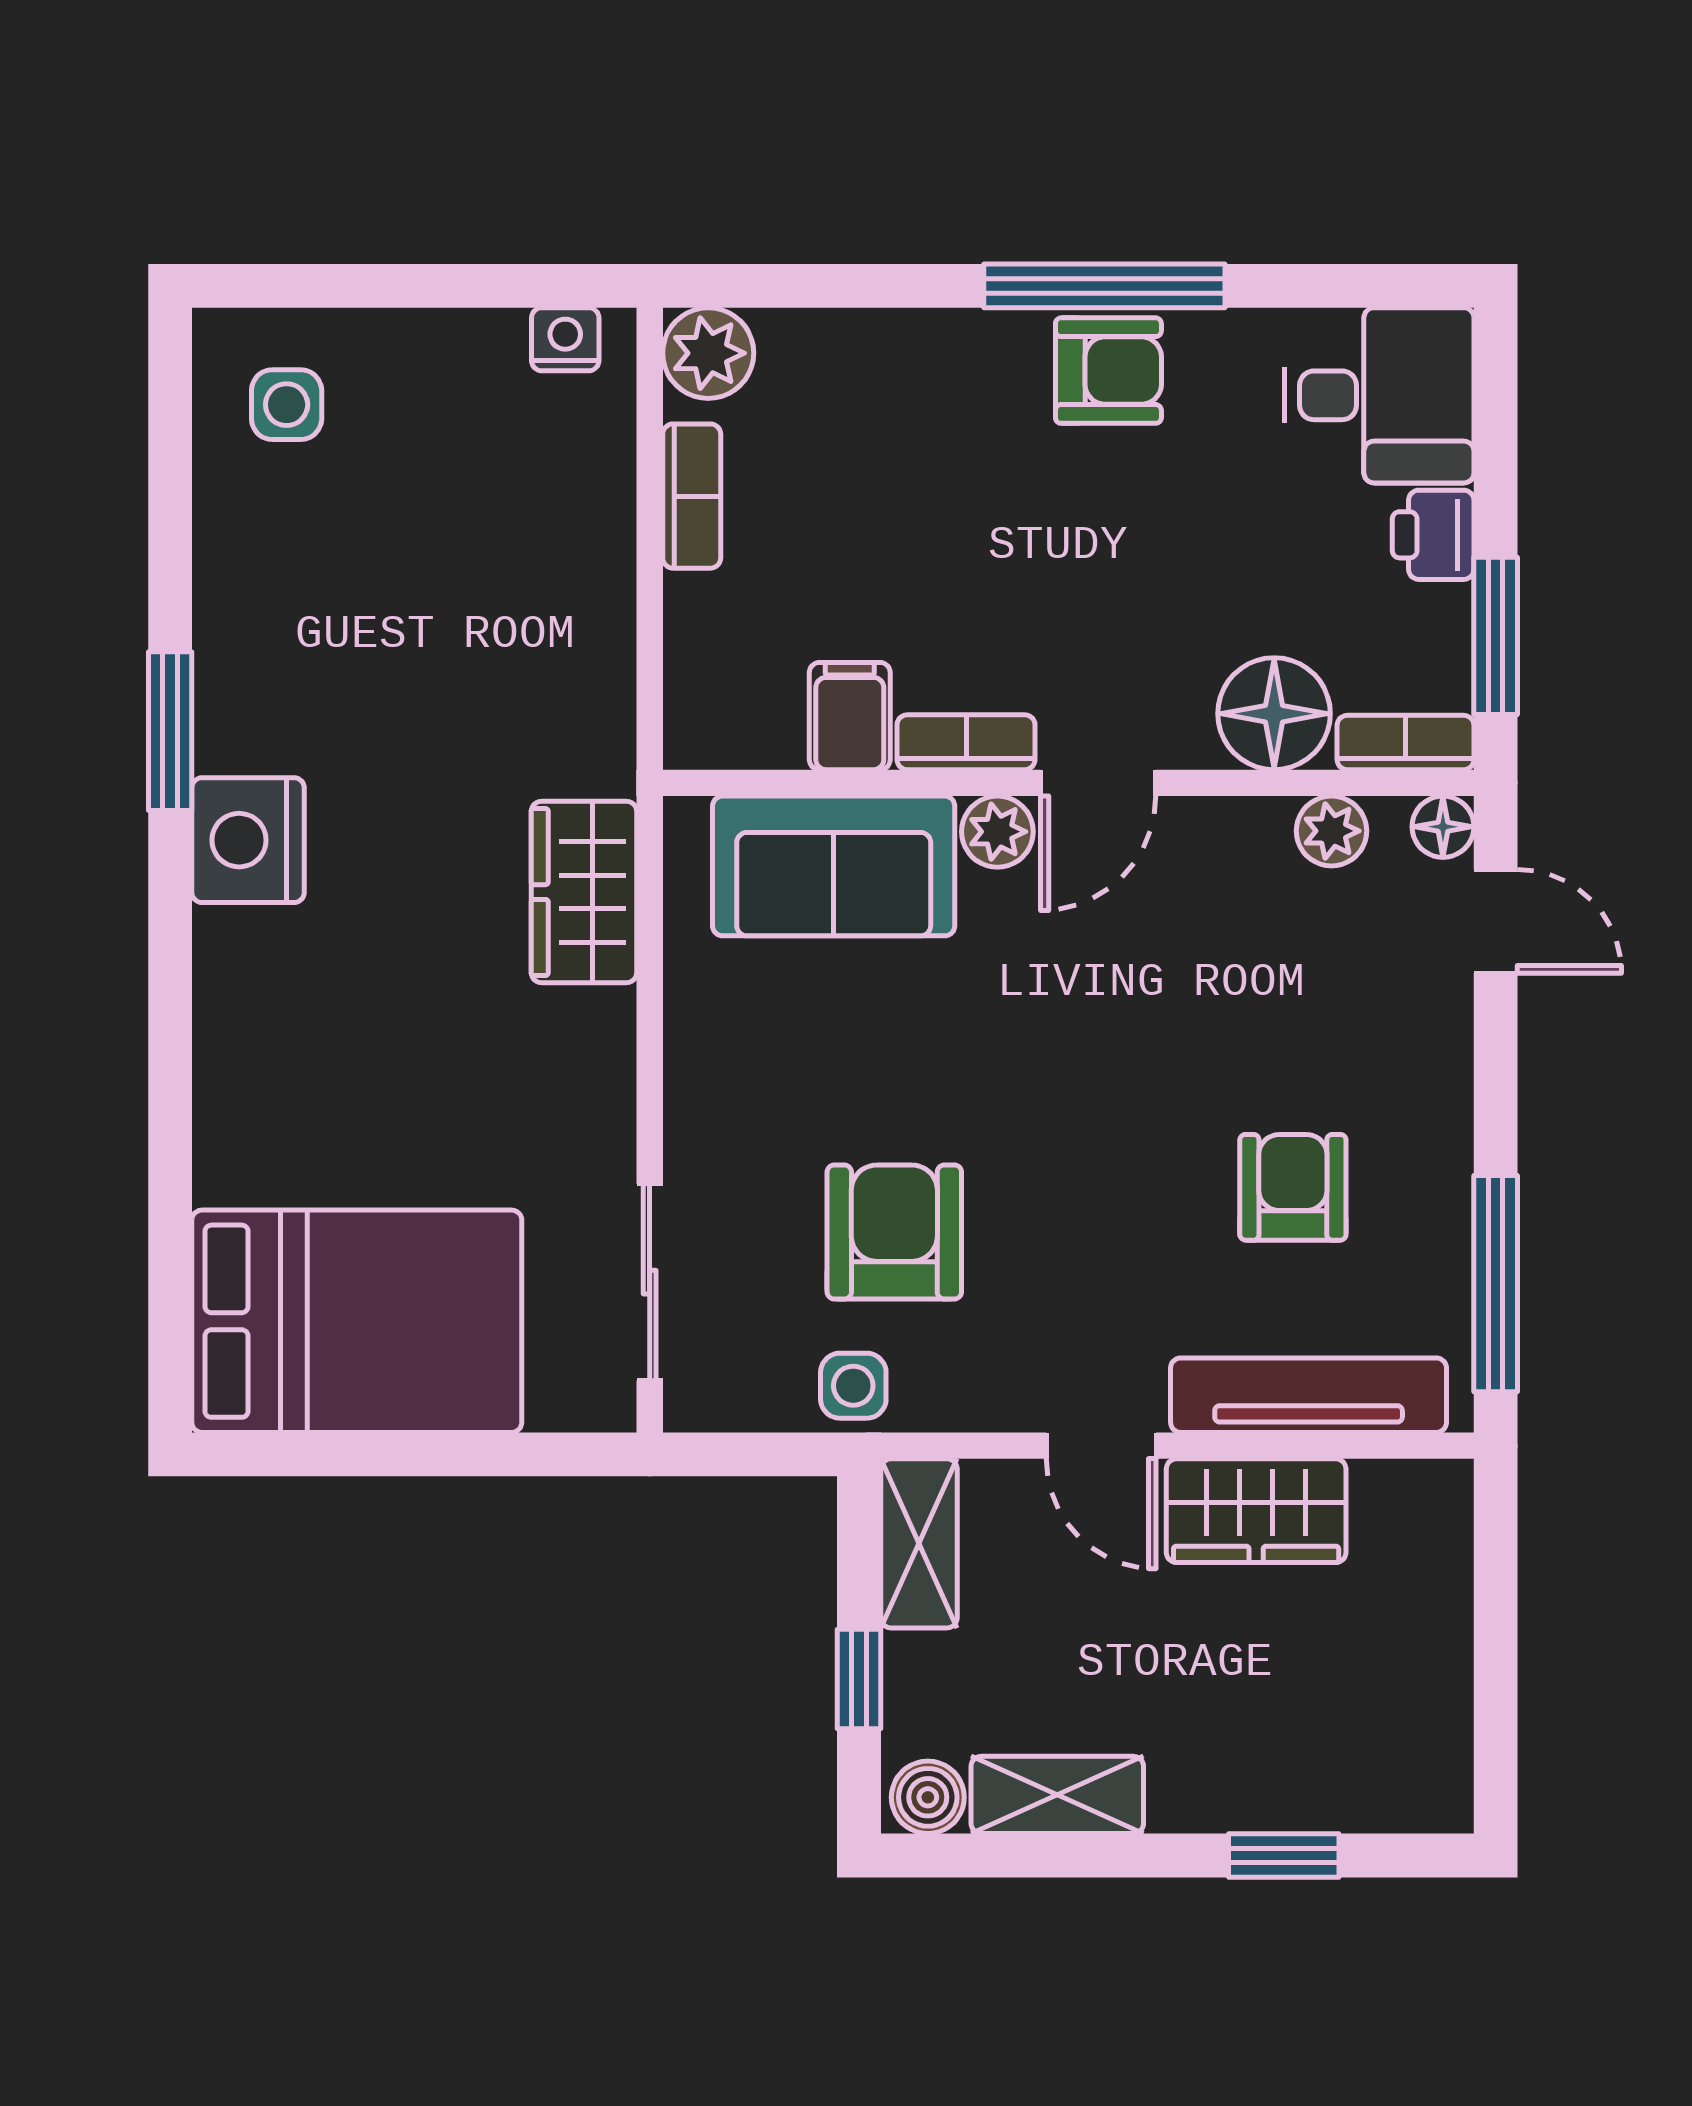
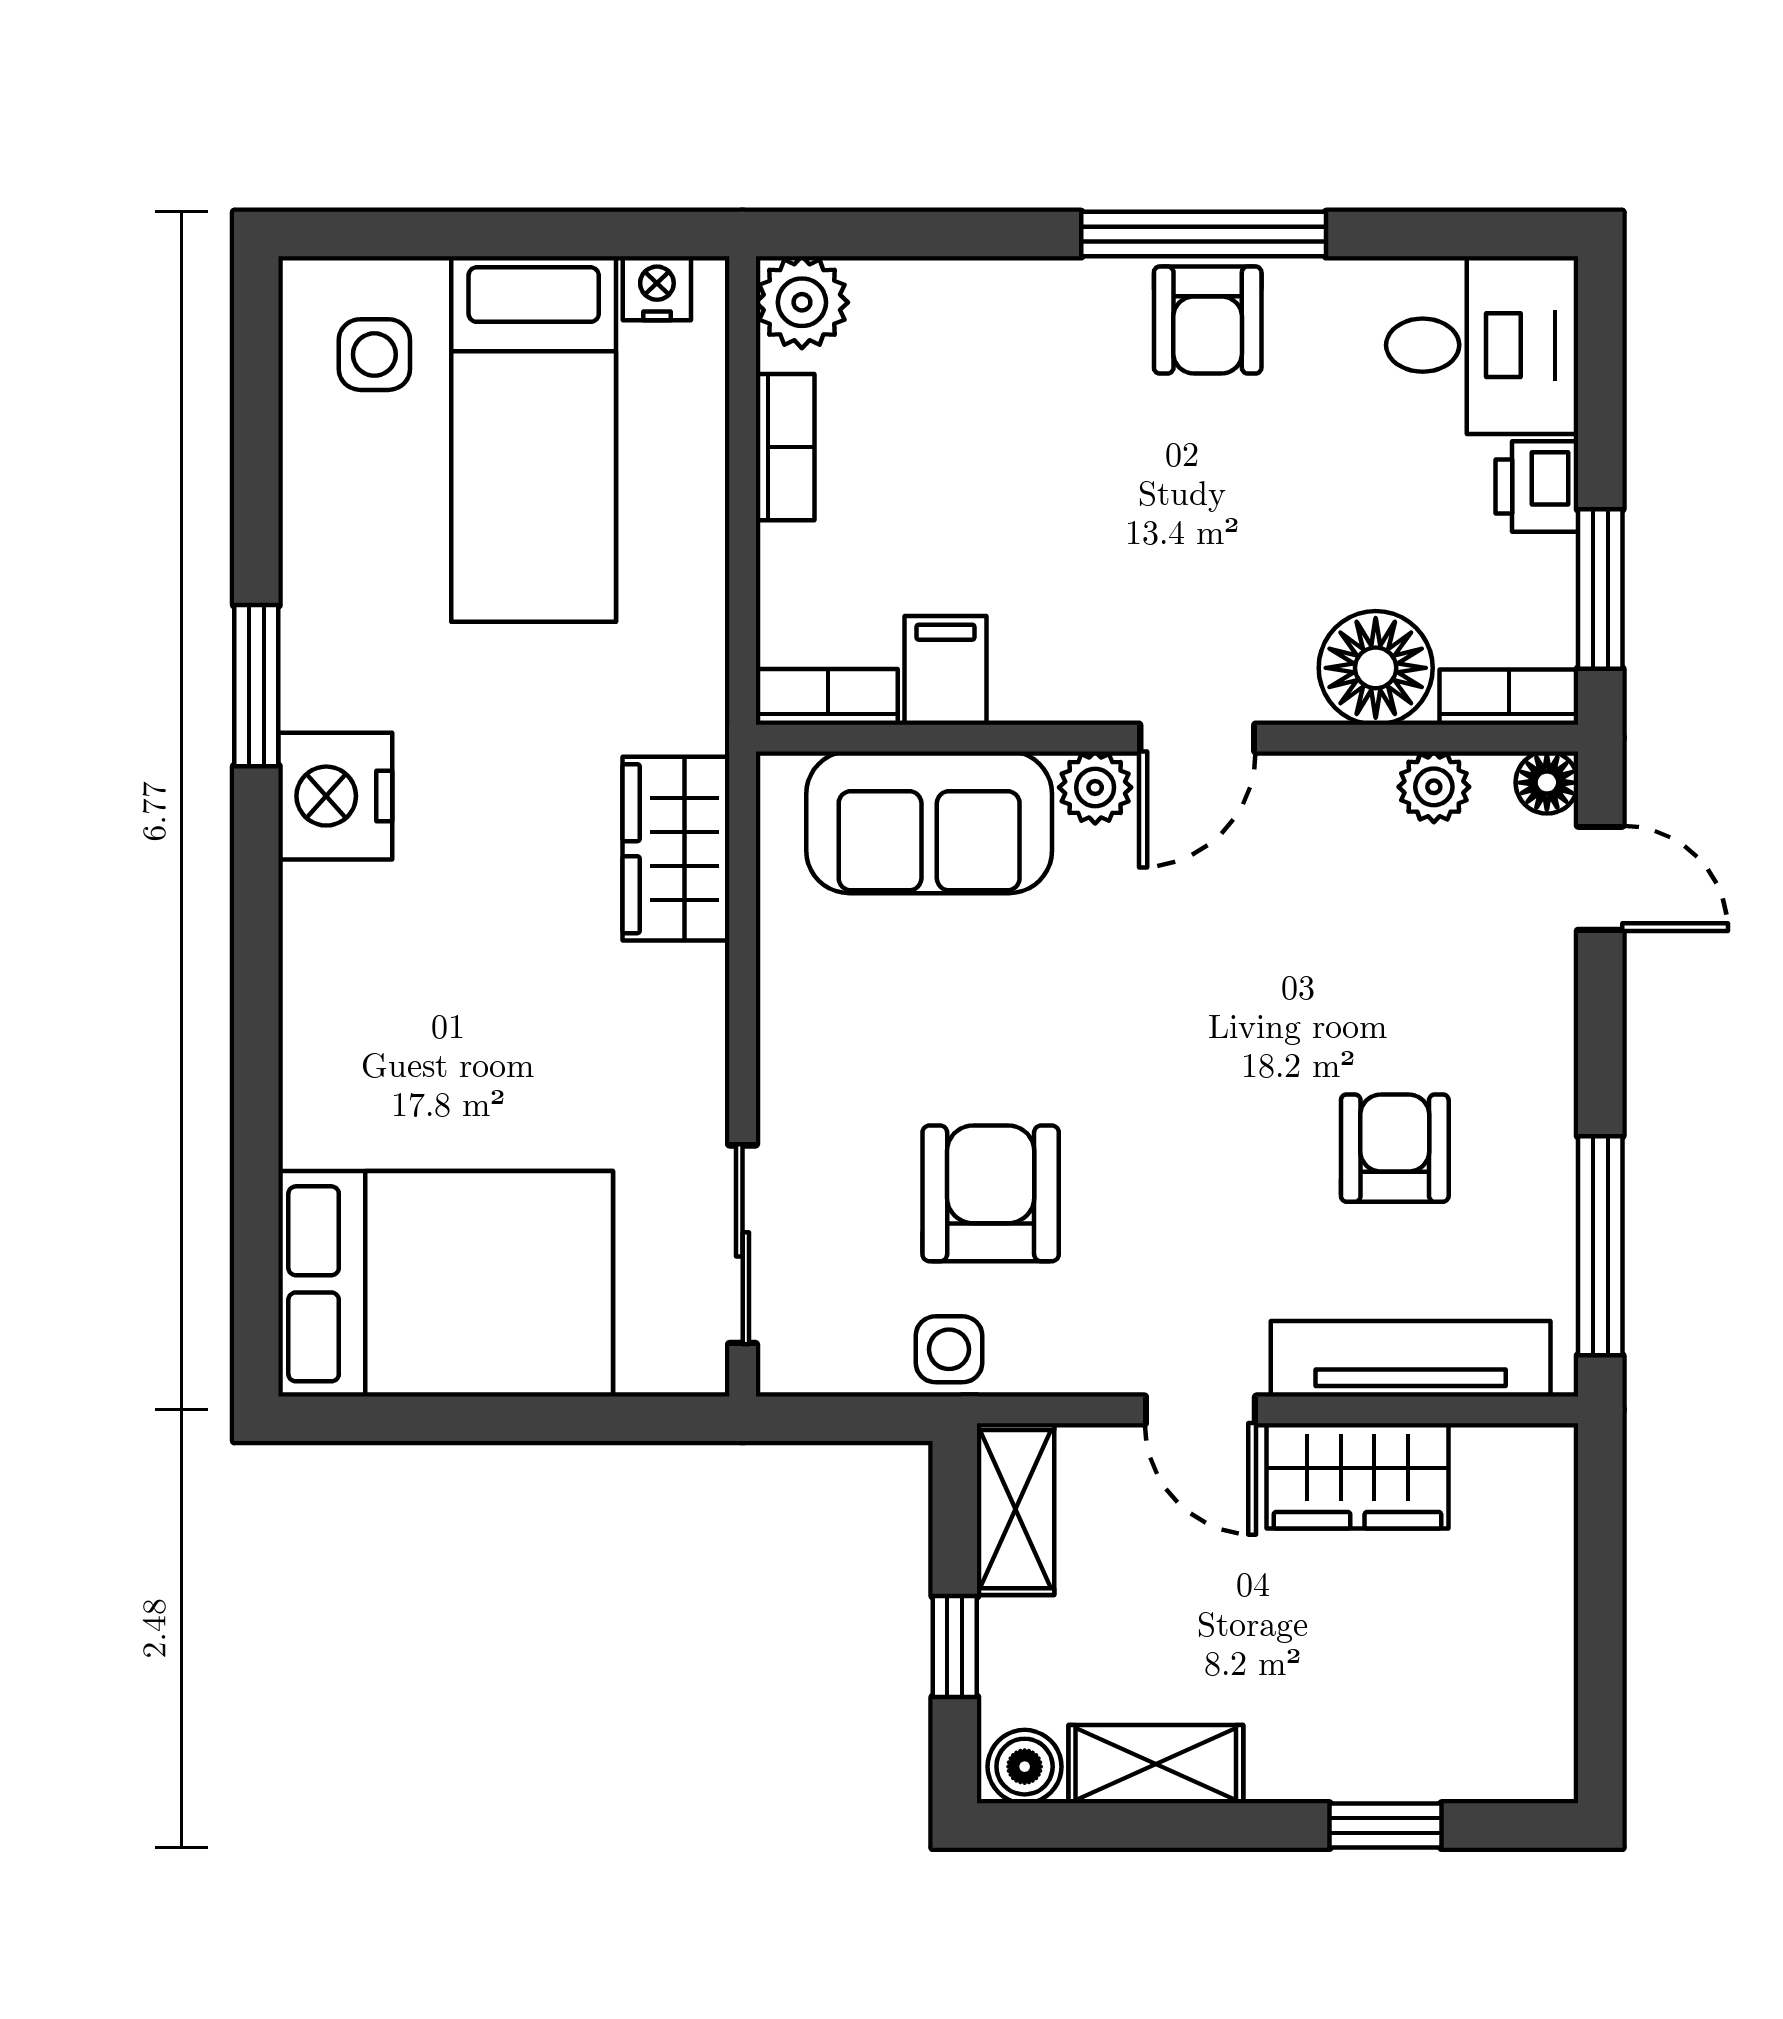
armchair: (1108, 371) -> (1208, 320), turned 90
bed: (444, 488) -> (534, 439), added
bookcase: (966, 742) -> (828, 697), moved

